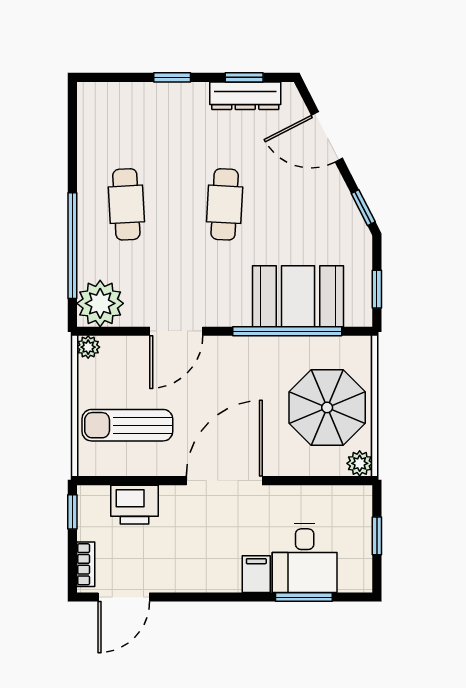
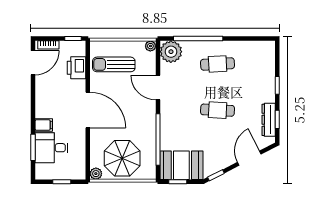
booth: (298, 296) -> (181, 165), moved, turned 90
sun lounger: (127, 425) -> (114, 64), turned -90
door: (124, 597) -> (33, 63), swing flipped

